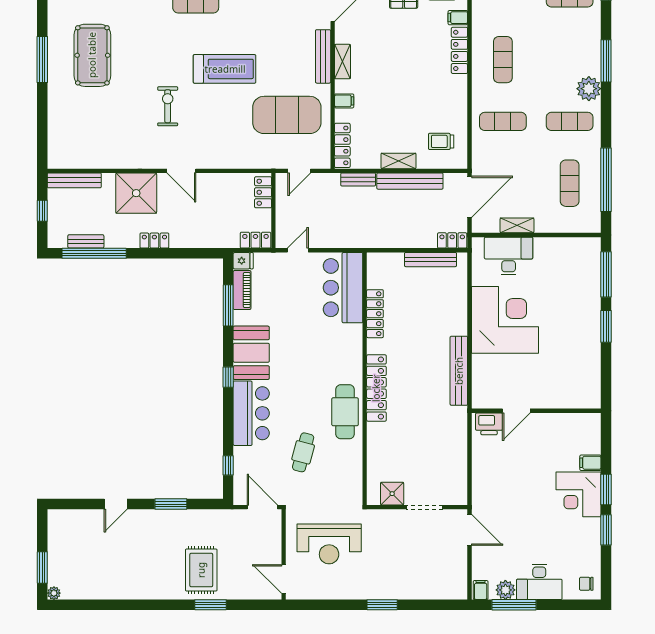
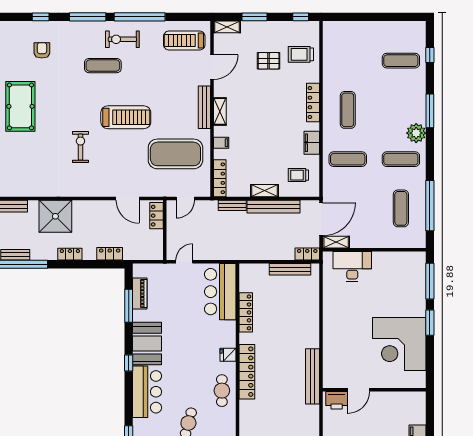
filing cabinet: (458, 18) -> (312, 143), moved, width x2.00
door: (181, 171) -> (128, 198), moved
shelving: (517, 225) -> (336, 242), moved
locker: (255, 240) -> (110, 254), moved
fridge: (243, 261) -> (228, 355), moved, turned 180
corner desk: (505, 320) -> (399, 344), moved, turned 180
bench: (459, 371) -> (313, 376), moved
cafe table: (345, 412) -> (222, 391), width x0.73, depth x0.74

